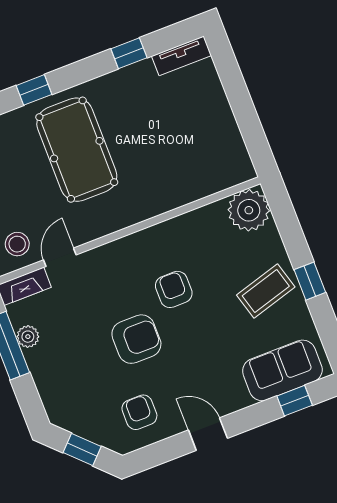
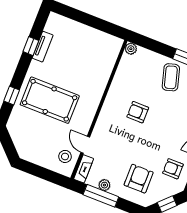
tv unit: (182, 56) -> (43, 47), moved
plant: (249, 210) -> (131, 49), width x0.53, depth x0.53
armchair: (136, 339) -> (139, 179), moved

